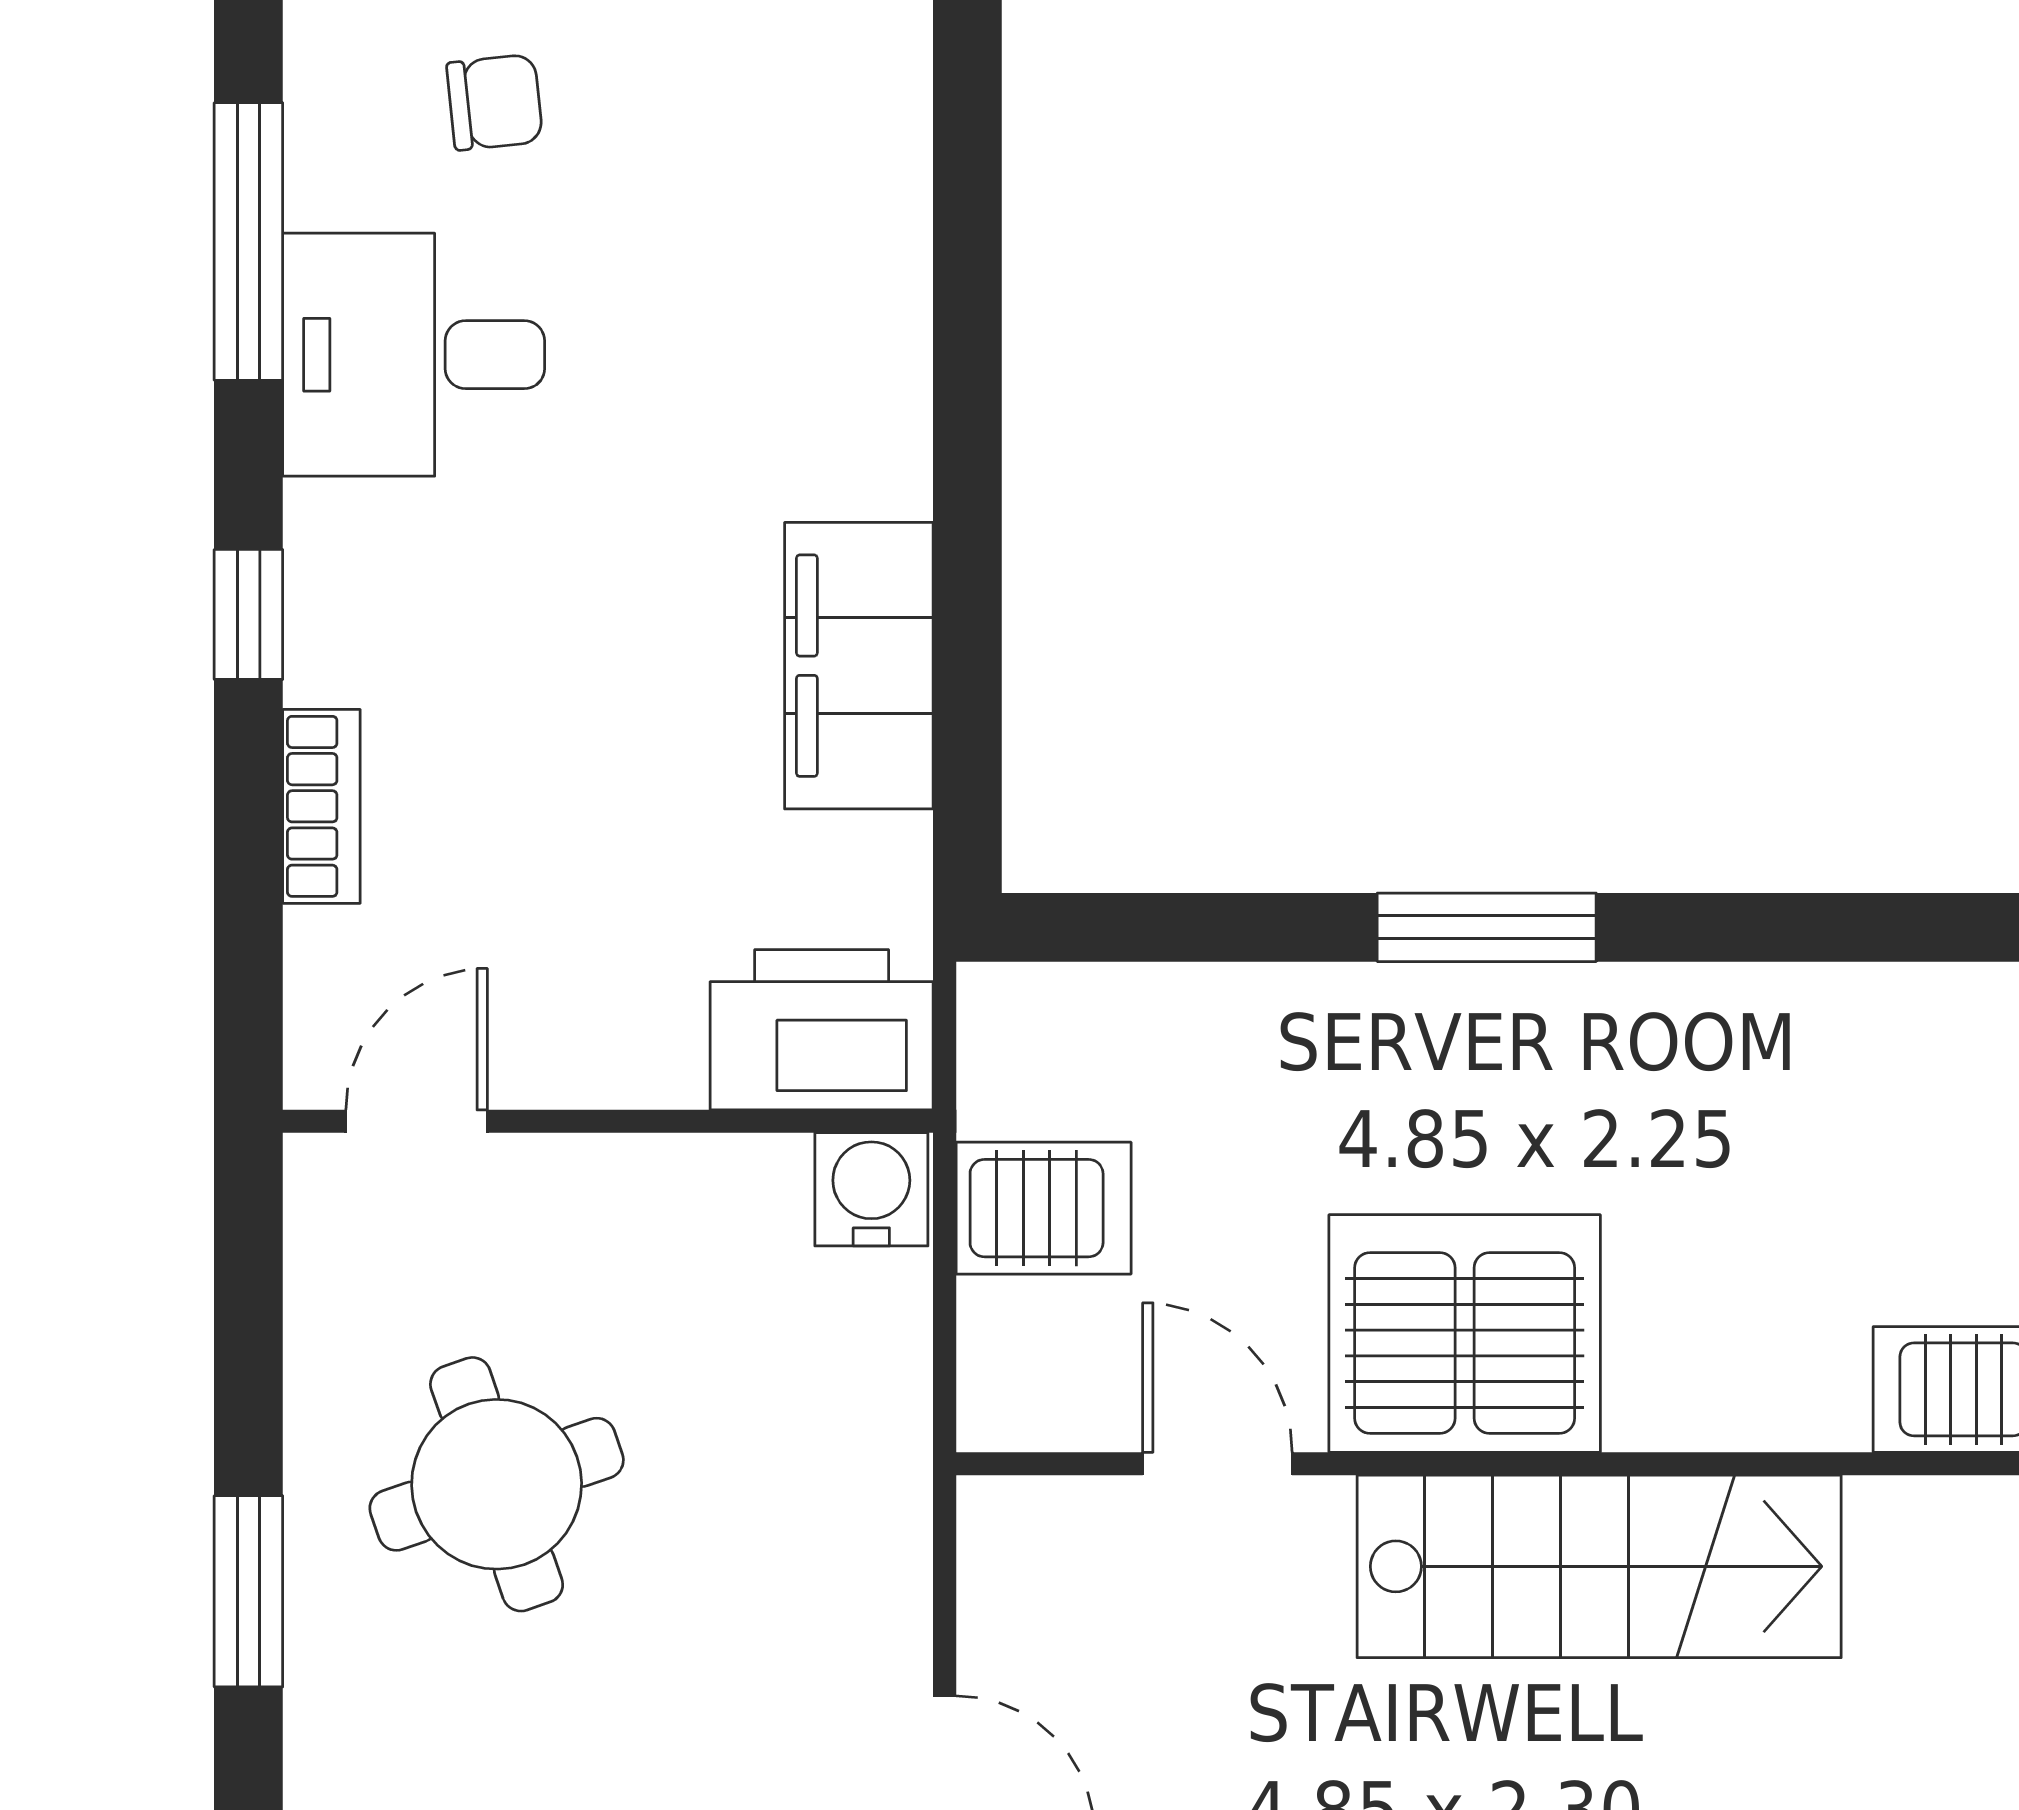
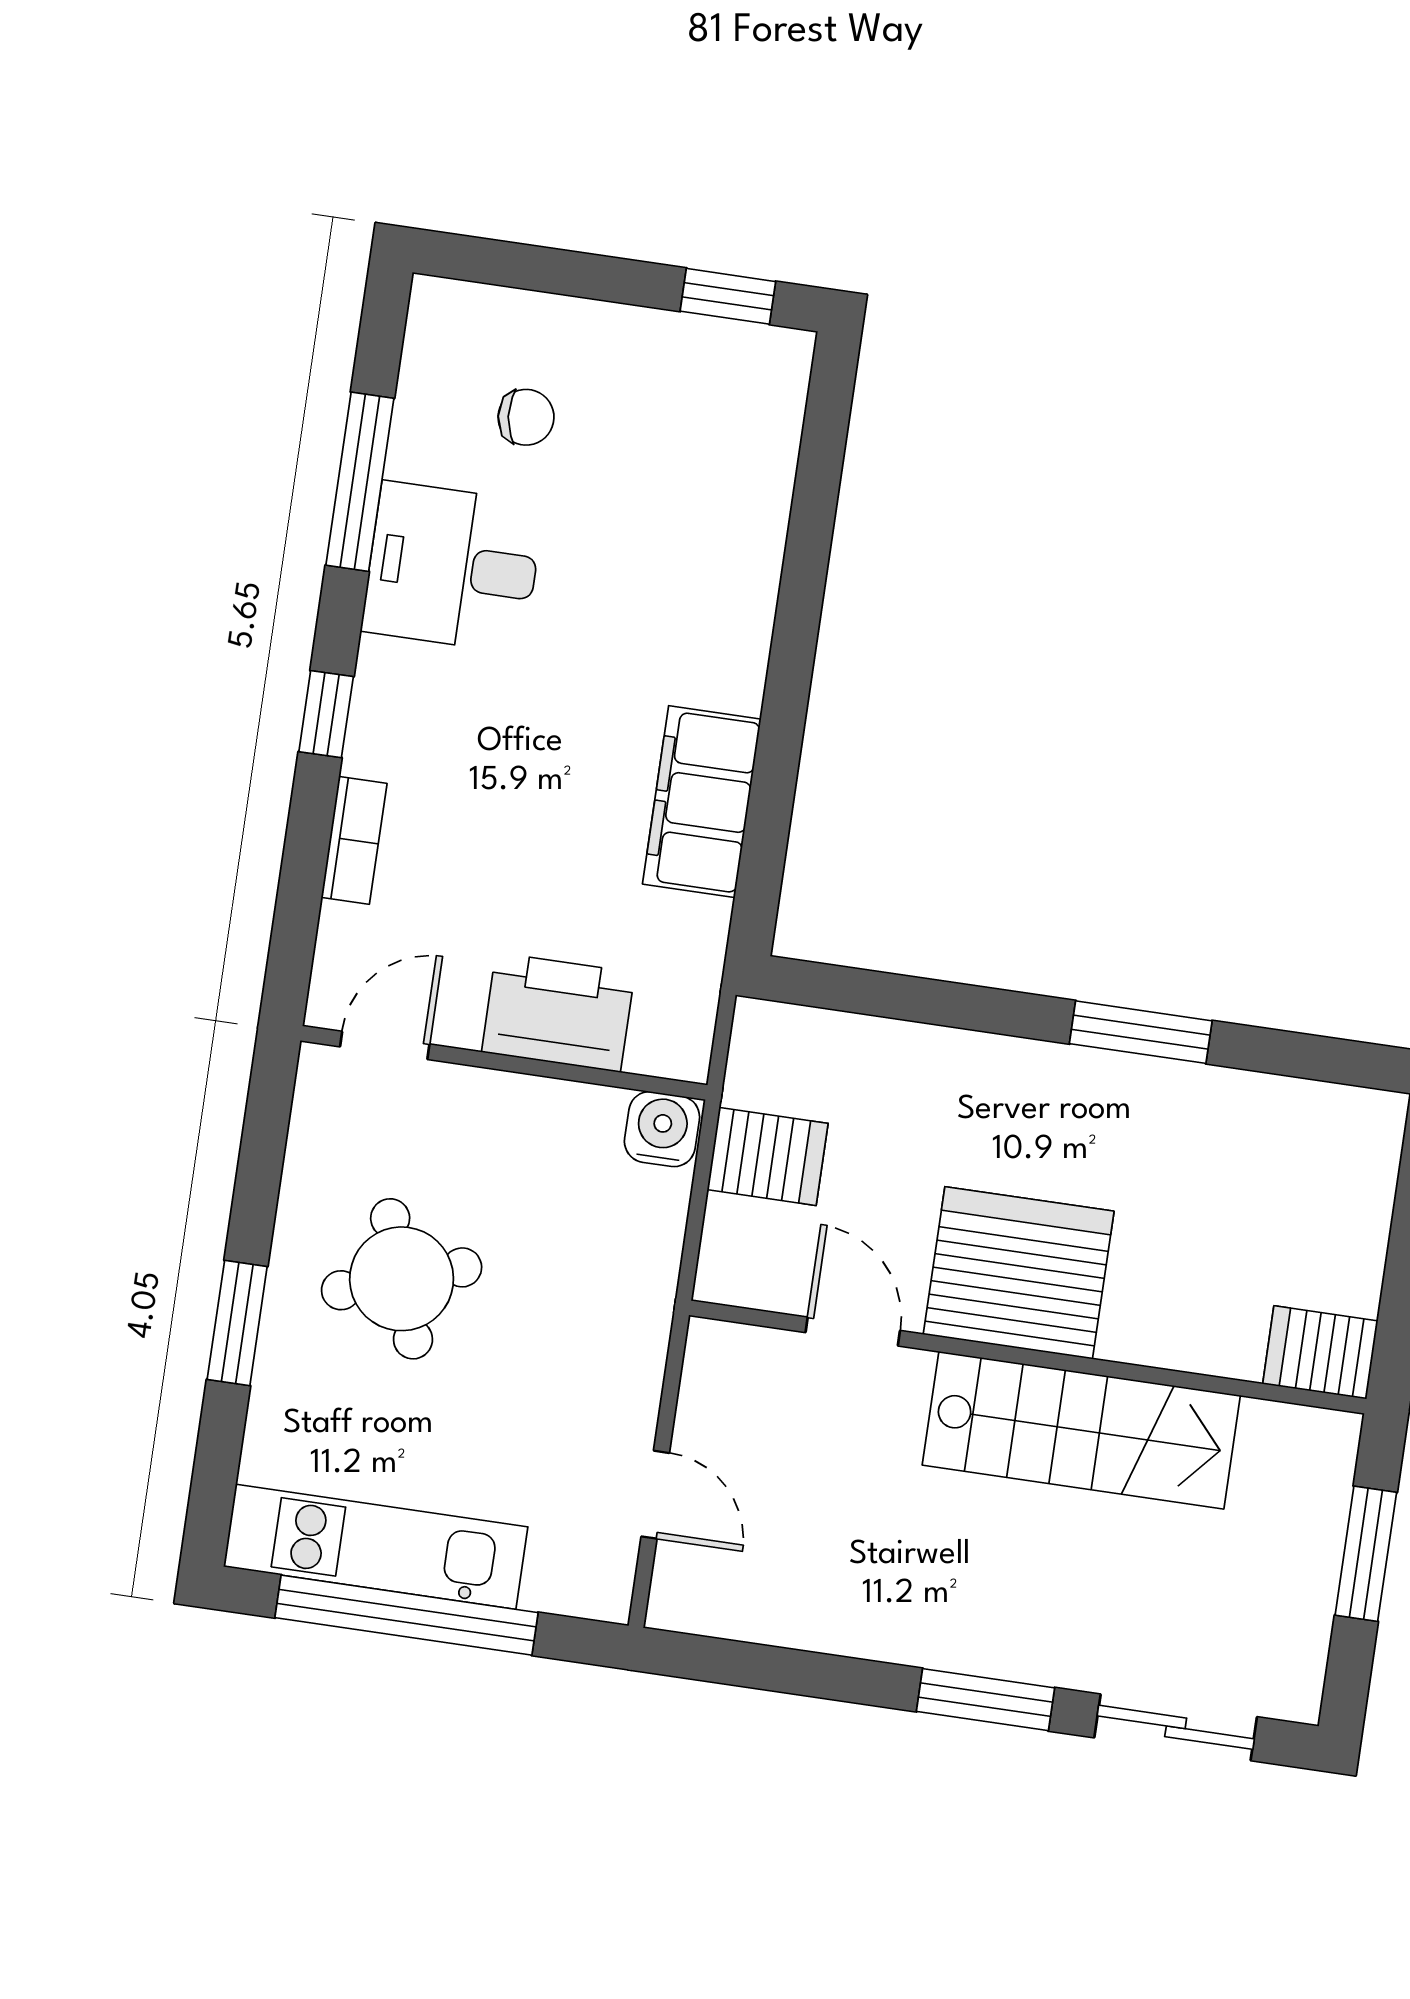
window: (1487, 927) -> (1141, 1032), moved
printer: (822, 1030) -> (558, 1012), moved

